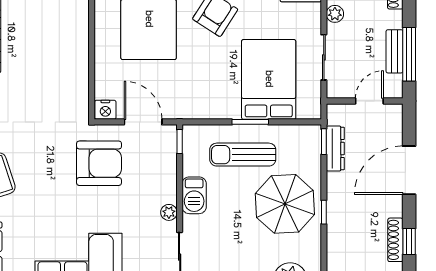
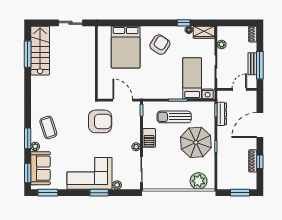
bed: (269, 79) -> (192, 78), width x0.67
nightstand: (105, 110) -> (208, 94), moved

